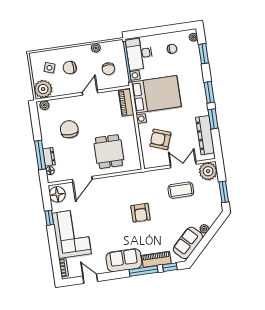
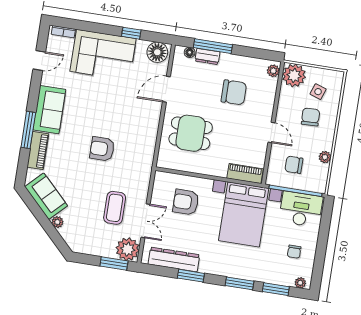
window: (209, 92) -> (240, 283), moved
armchair: (160, 139) -> (186, 202), turned -110
door: (82, 179) -> (166, 89), hinge flipped
window: (224, 192) -> (114, 263), moved
window: (170, 267) -> (23, 164), removed

